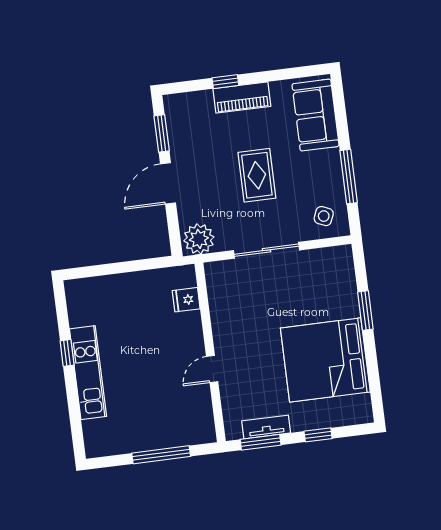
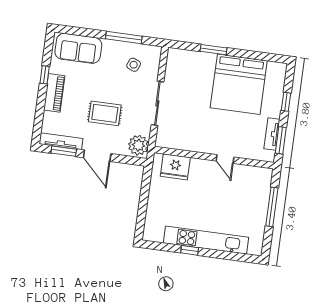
window: (225, 82) -> (45, 75), moved
tv unit: (175, 126) -> (61, 141), added
rug: (257, 175) -> (105, 113), moved
side table: (324, 216) -> (134, 65), moved
fridge: (186, 300) -> (175, 167), width x1.88, depth x1.34
kitchen unit: (88, 373) -> (206, 240), width x1.36

